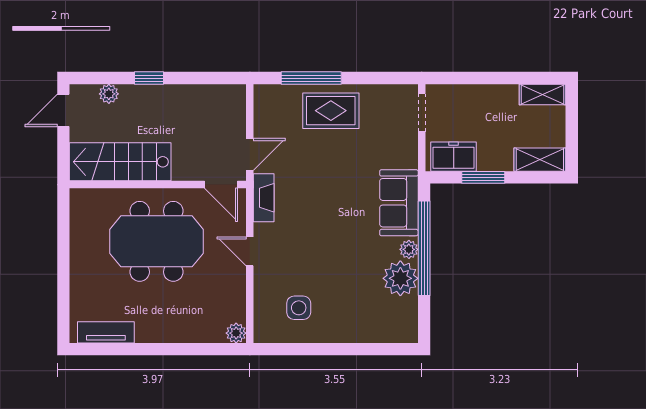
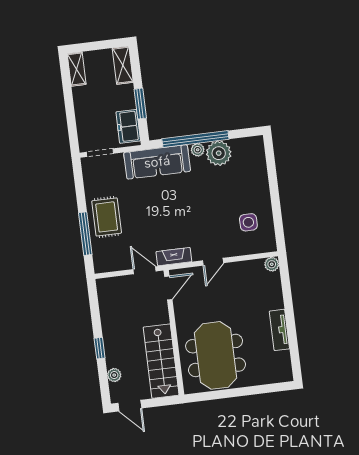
sofa: (399, 203) -> (157, 162), width x1.36
meeting table: (156, 241) -> (216, 355), moved
tv unit: (106, 332) -> (279, 330), moved

